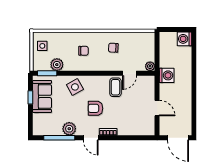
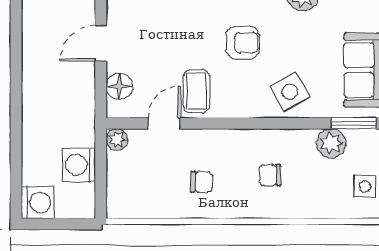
washing machine: (167, 75) -> (79, 165), moved
floor lamp: (149, 89) -> (119, 86), added
door: (157, 108) -> (101, 43), hinge flipped

